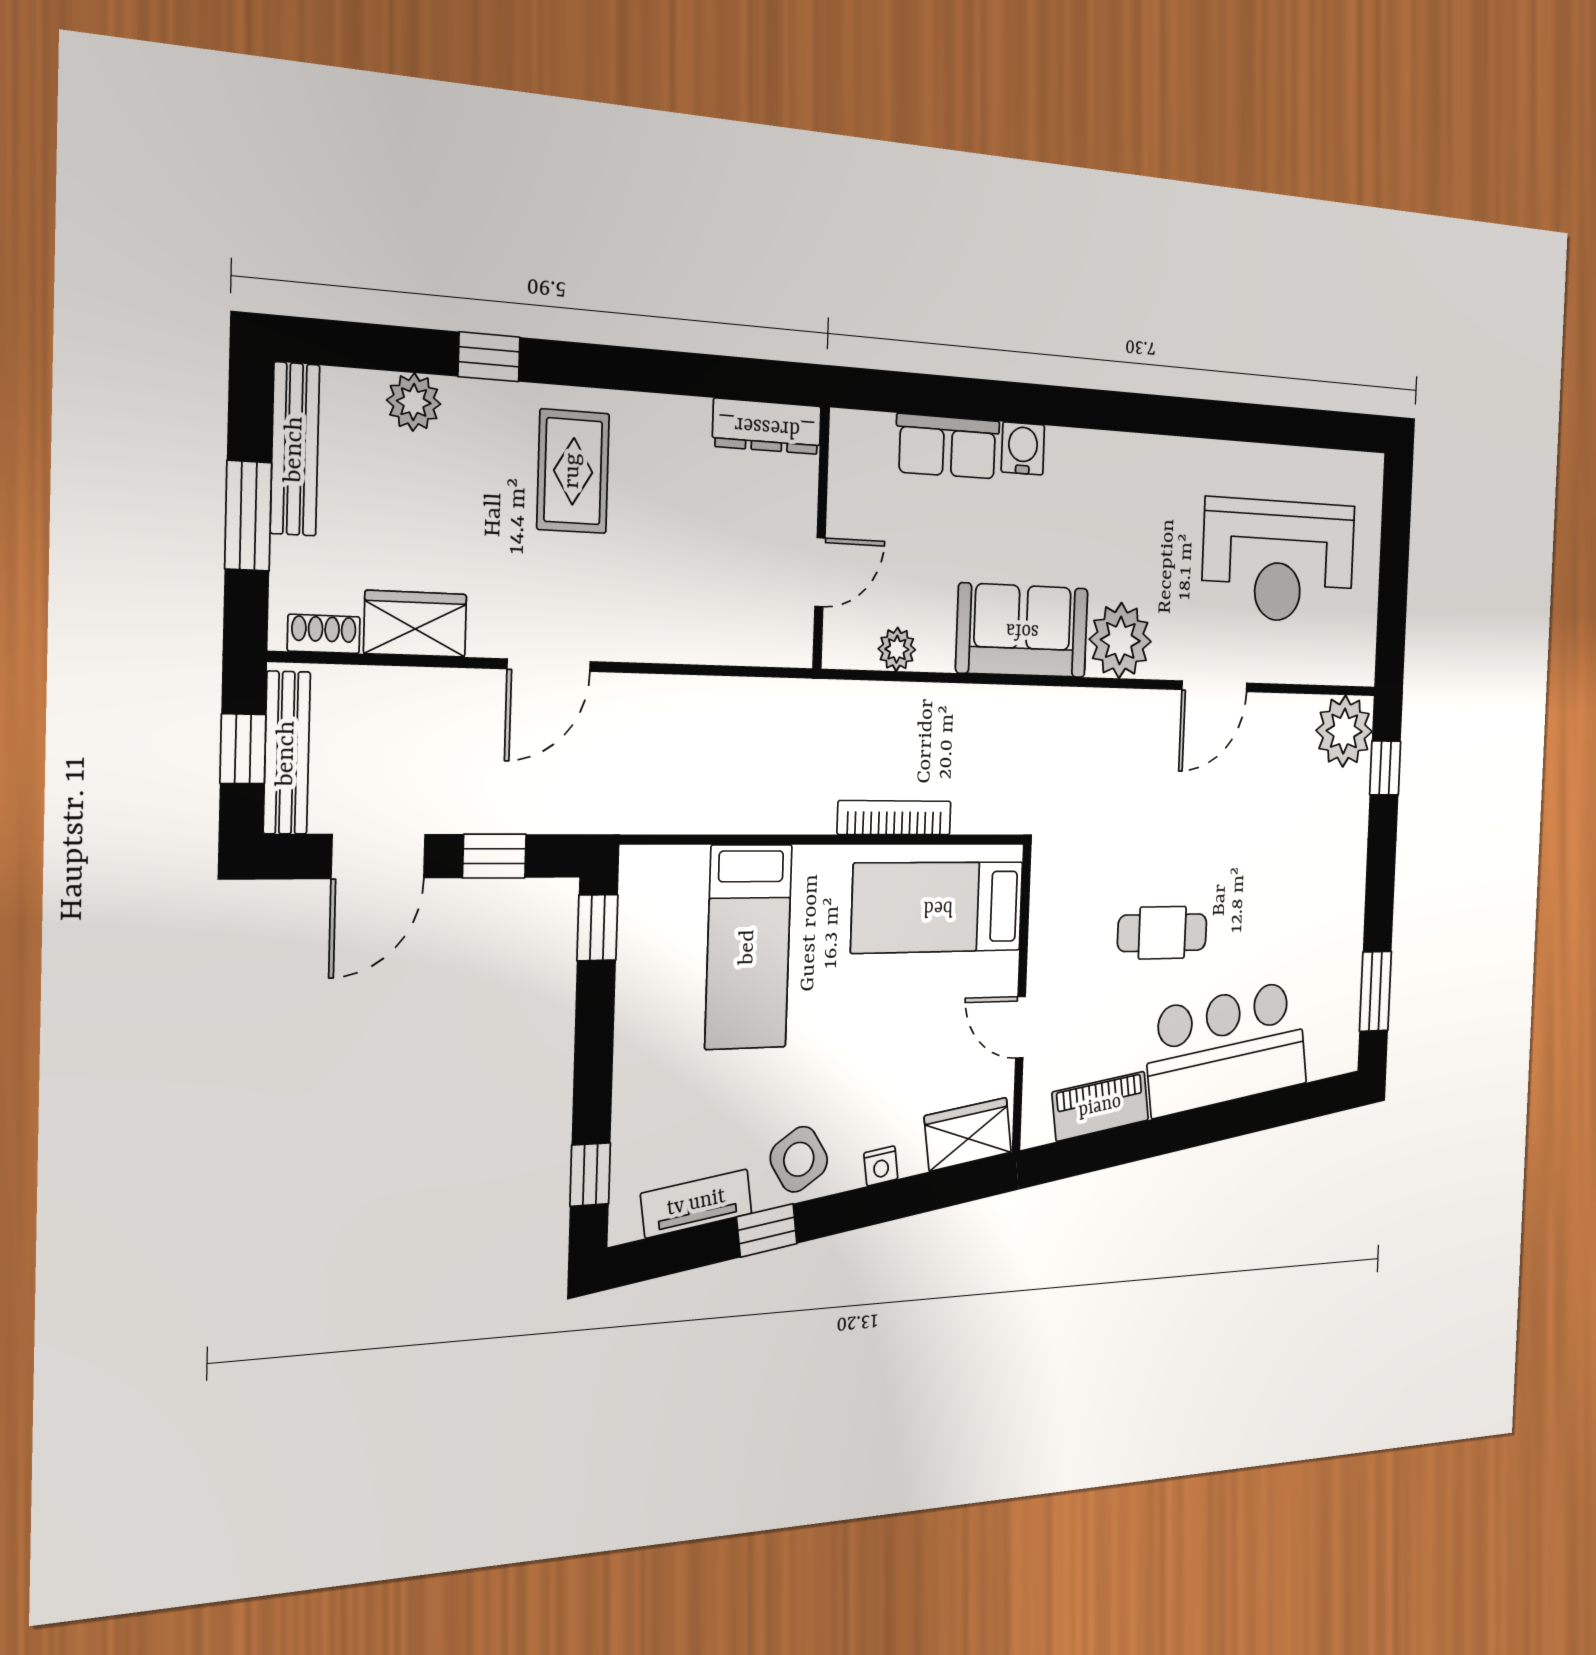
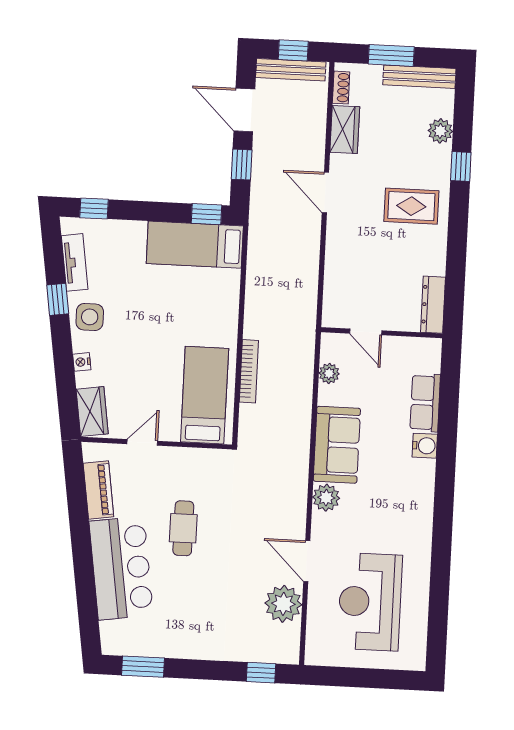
plant: (1120, 640) -> (326, 498), width x0.73, depth x0.73
plant: (1344, 731) -> (283, 604), moved
bed: (748, 947) -> (195, 245), moved
side table: (799, 1159) -> (90, 317), turned 33

